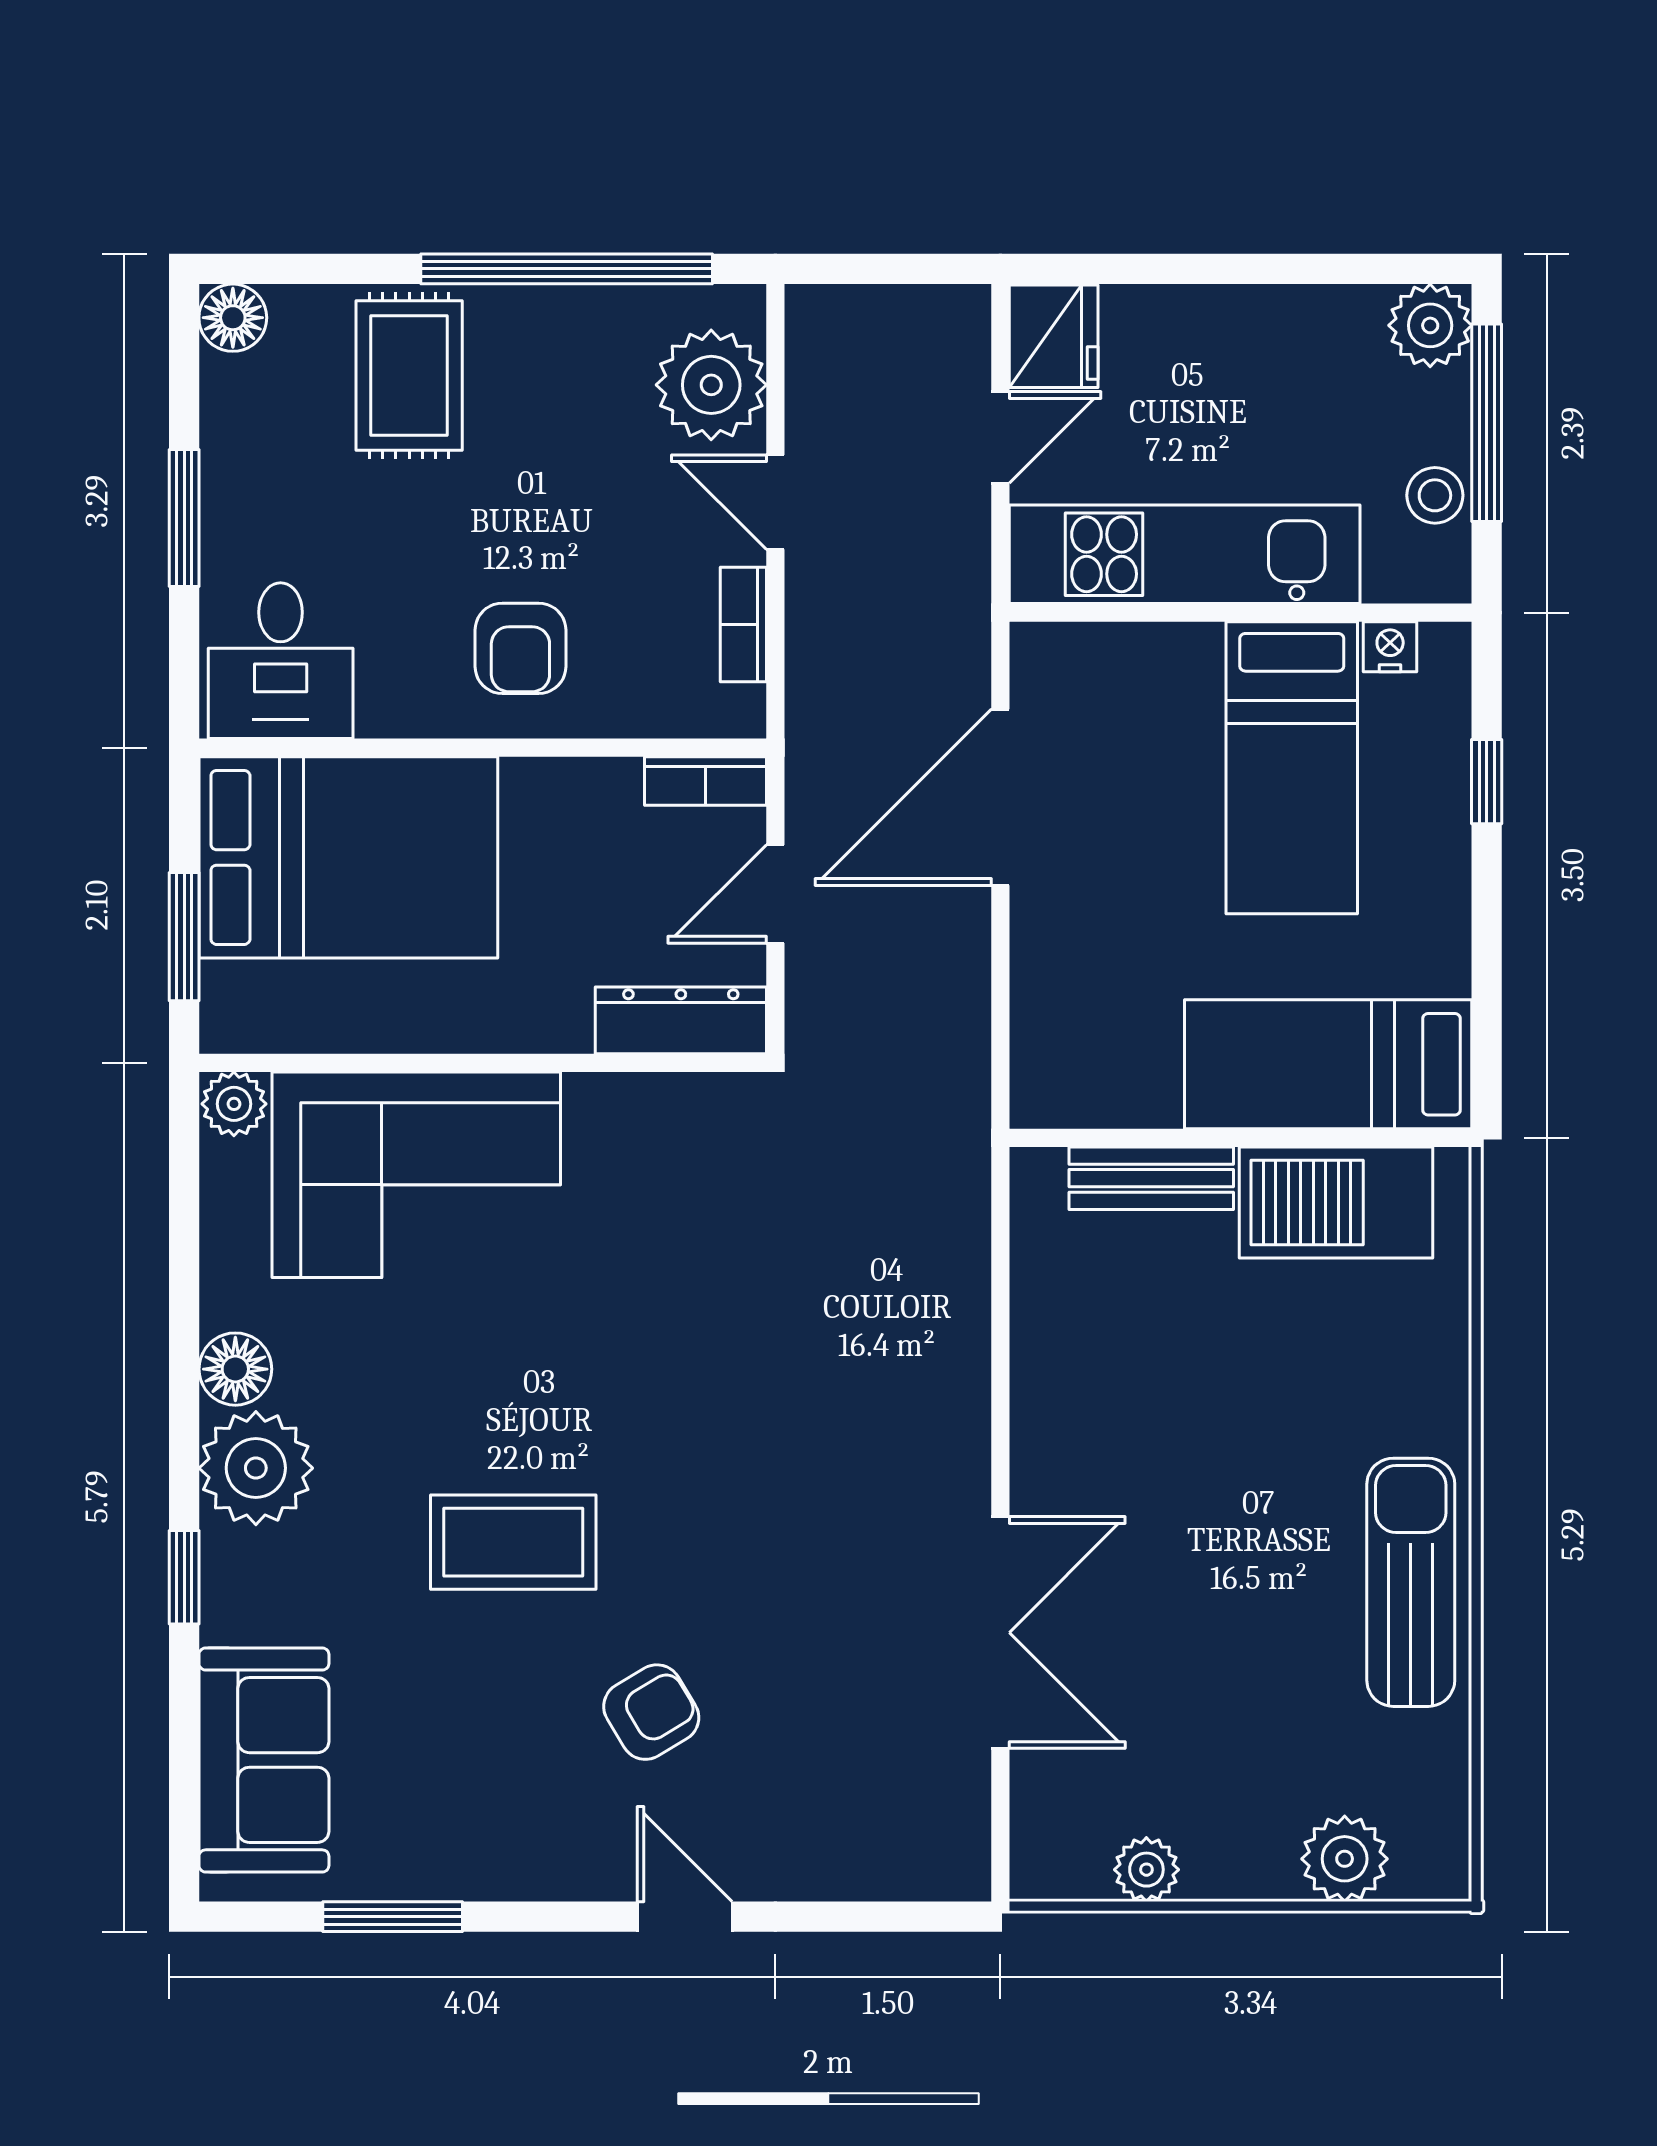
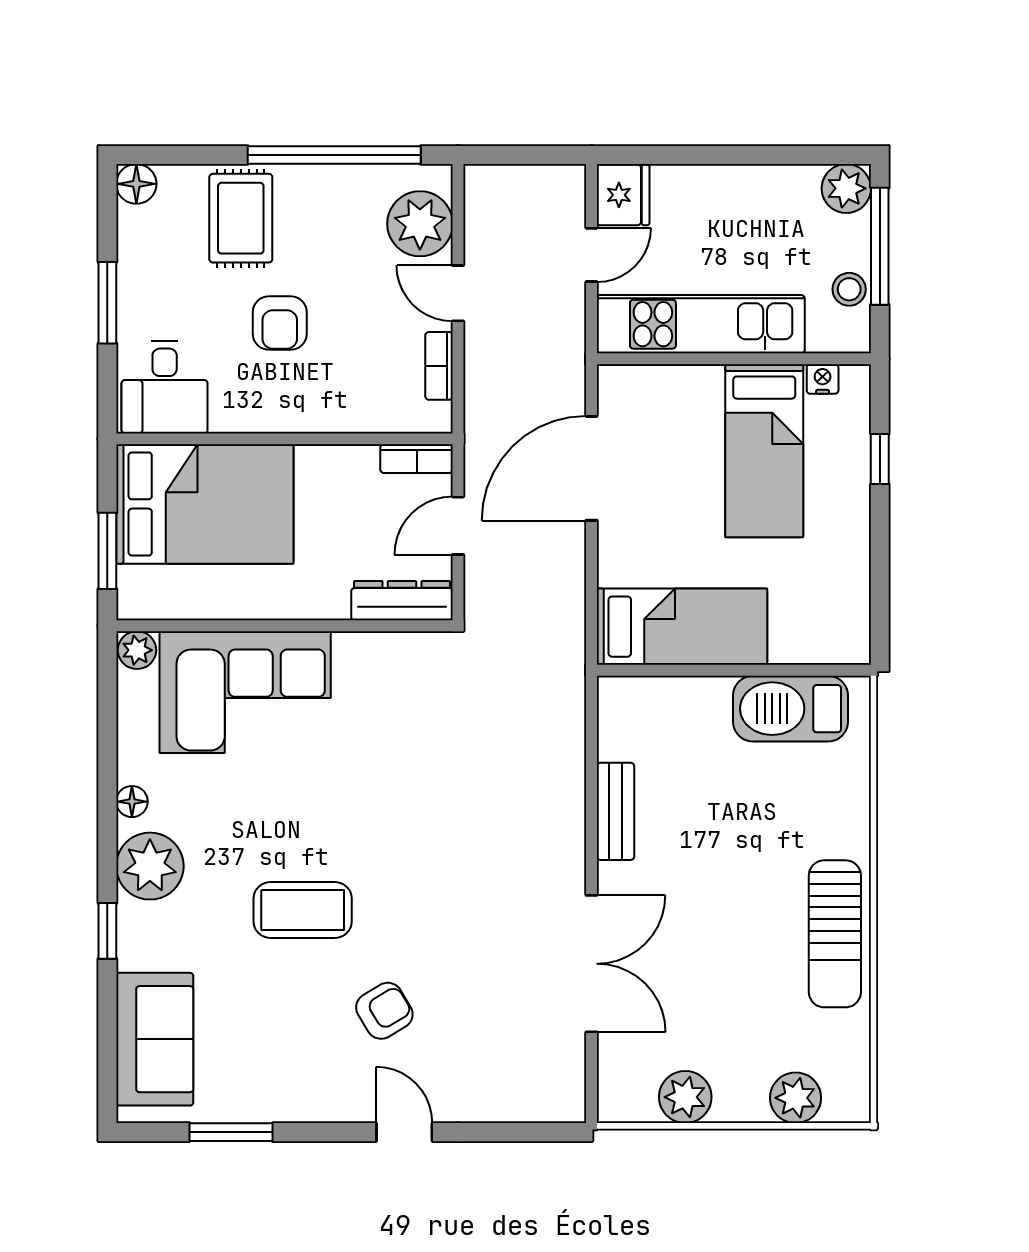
armchair: (520, 648) -> (280, 323), moved
bed: (1328, 1064) -> (682, 627), moved, turned 180
bench: (1151, 1178) -> (615, 811), moved, turned 90
floor lamp: (235, 1369) -> (132, 802), width x0.73, depth x0.73
sun lounger: (1411, 1582) -> (835, 934), turned 180
plant: (1146, 1870) -> (685, 1097), width x1.38, depth x1.38

